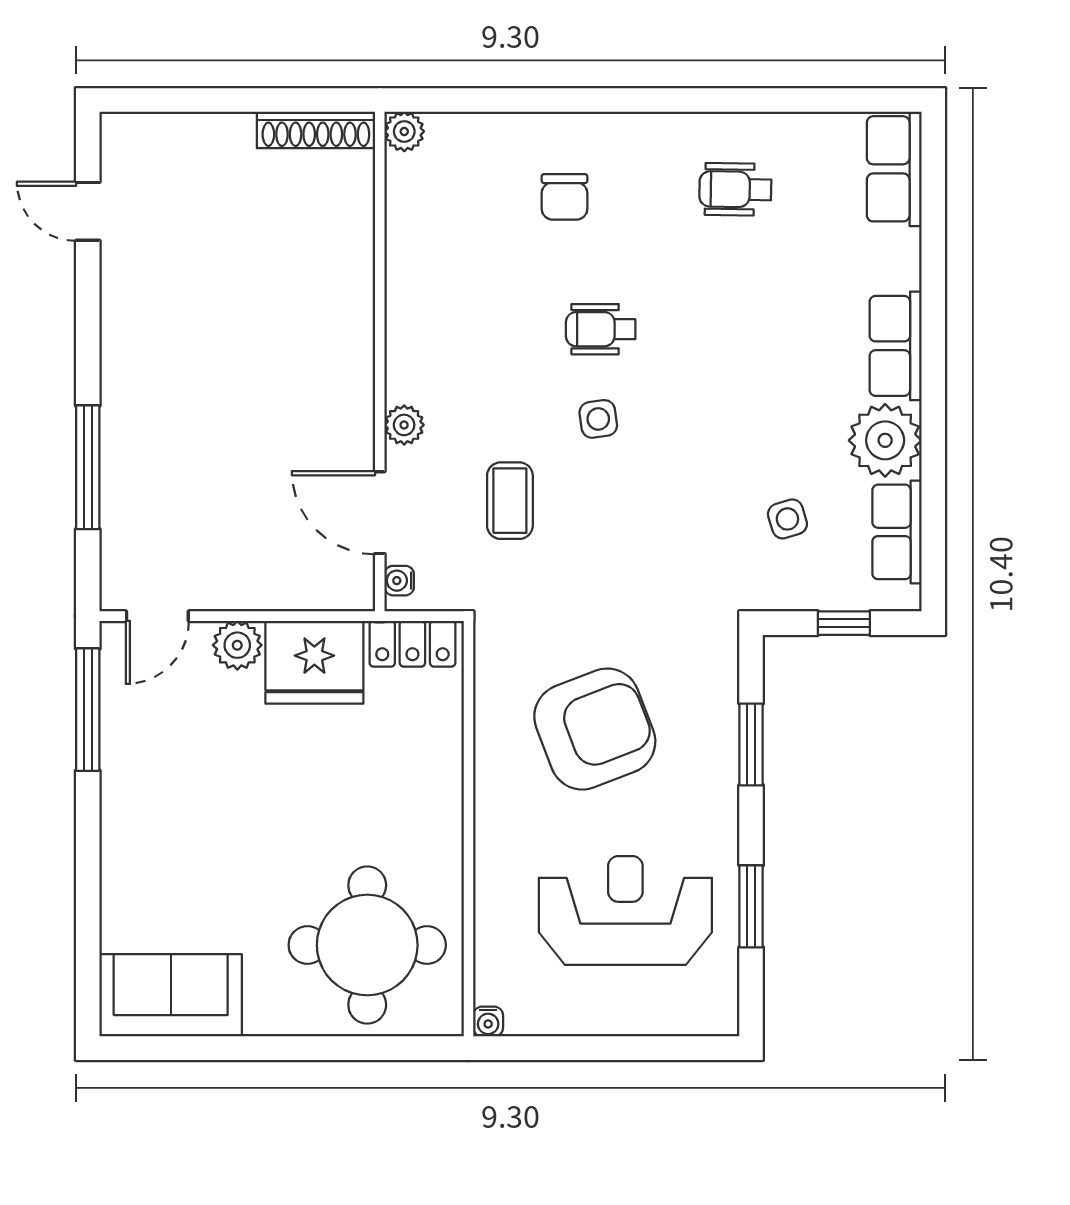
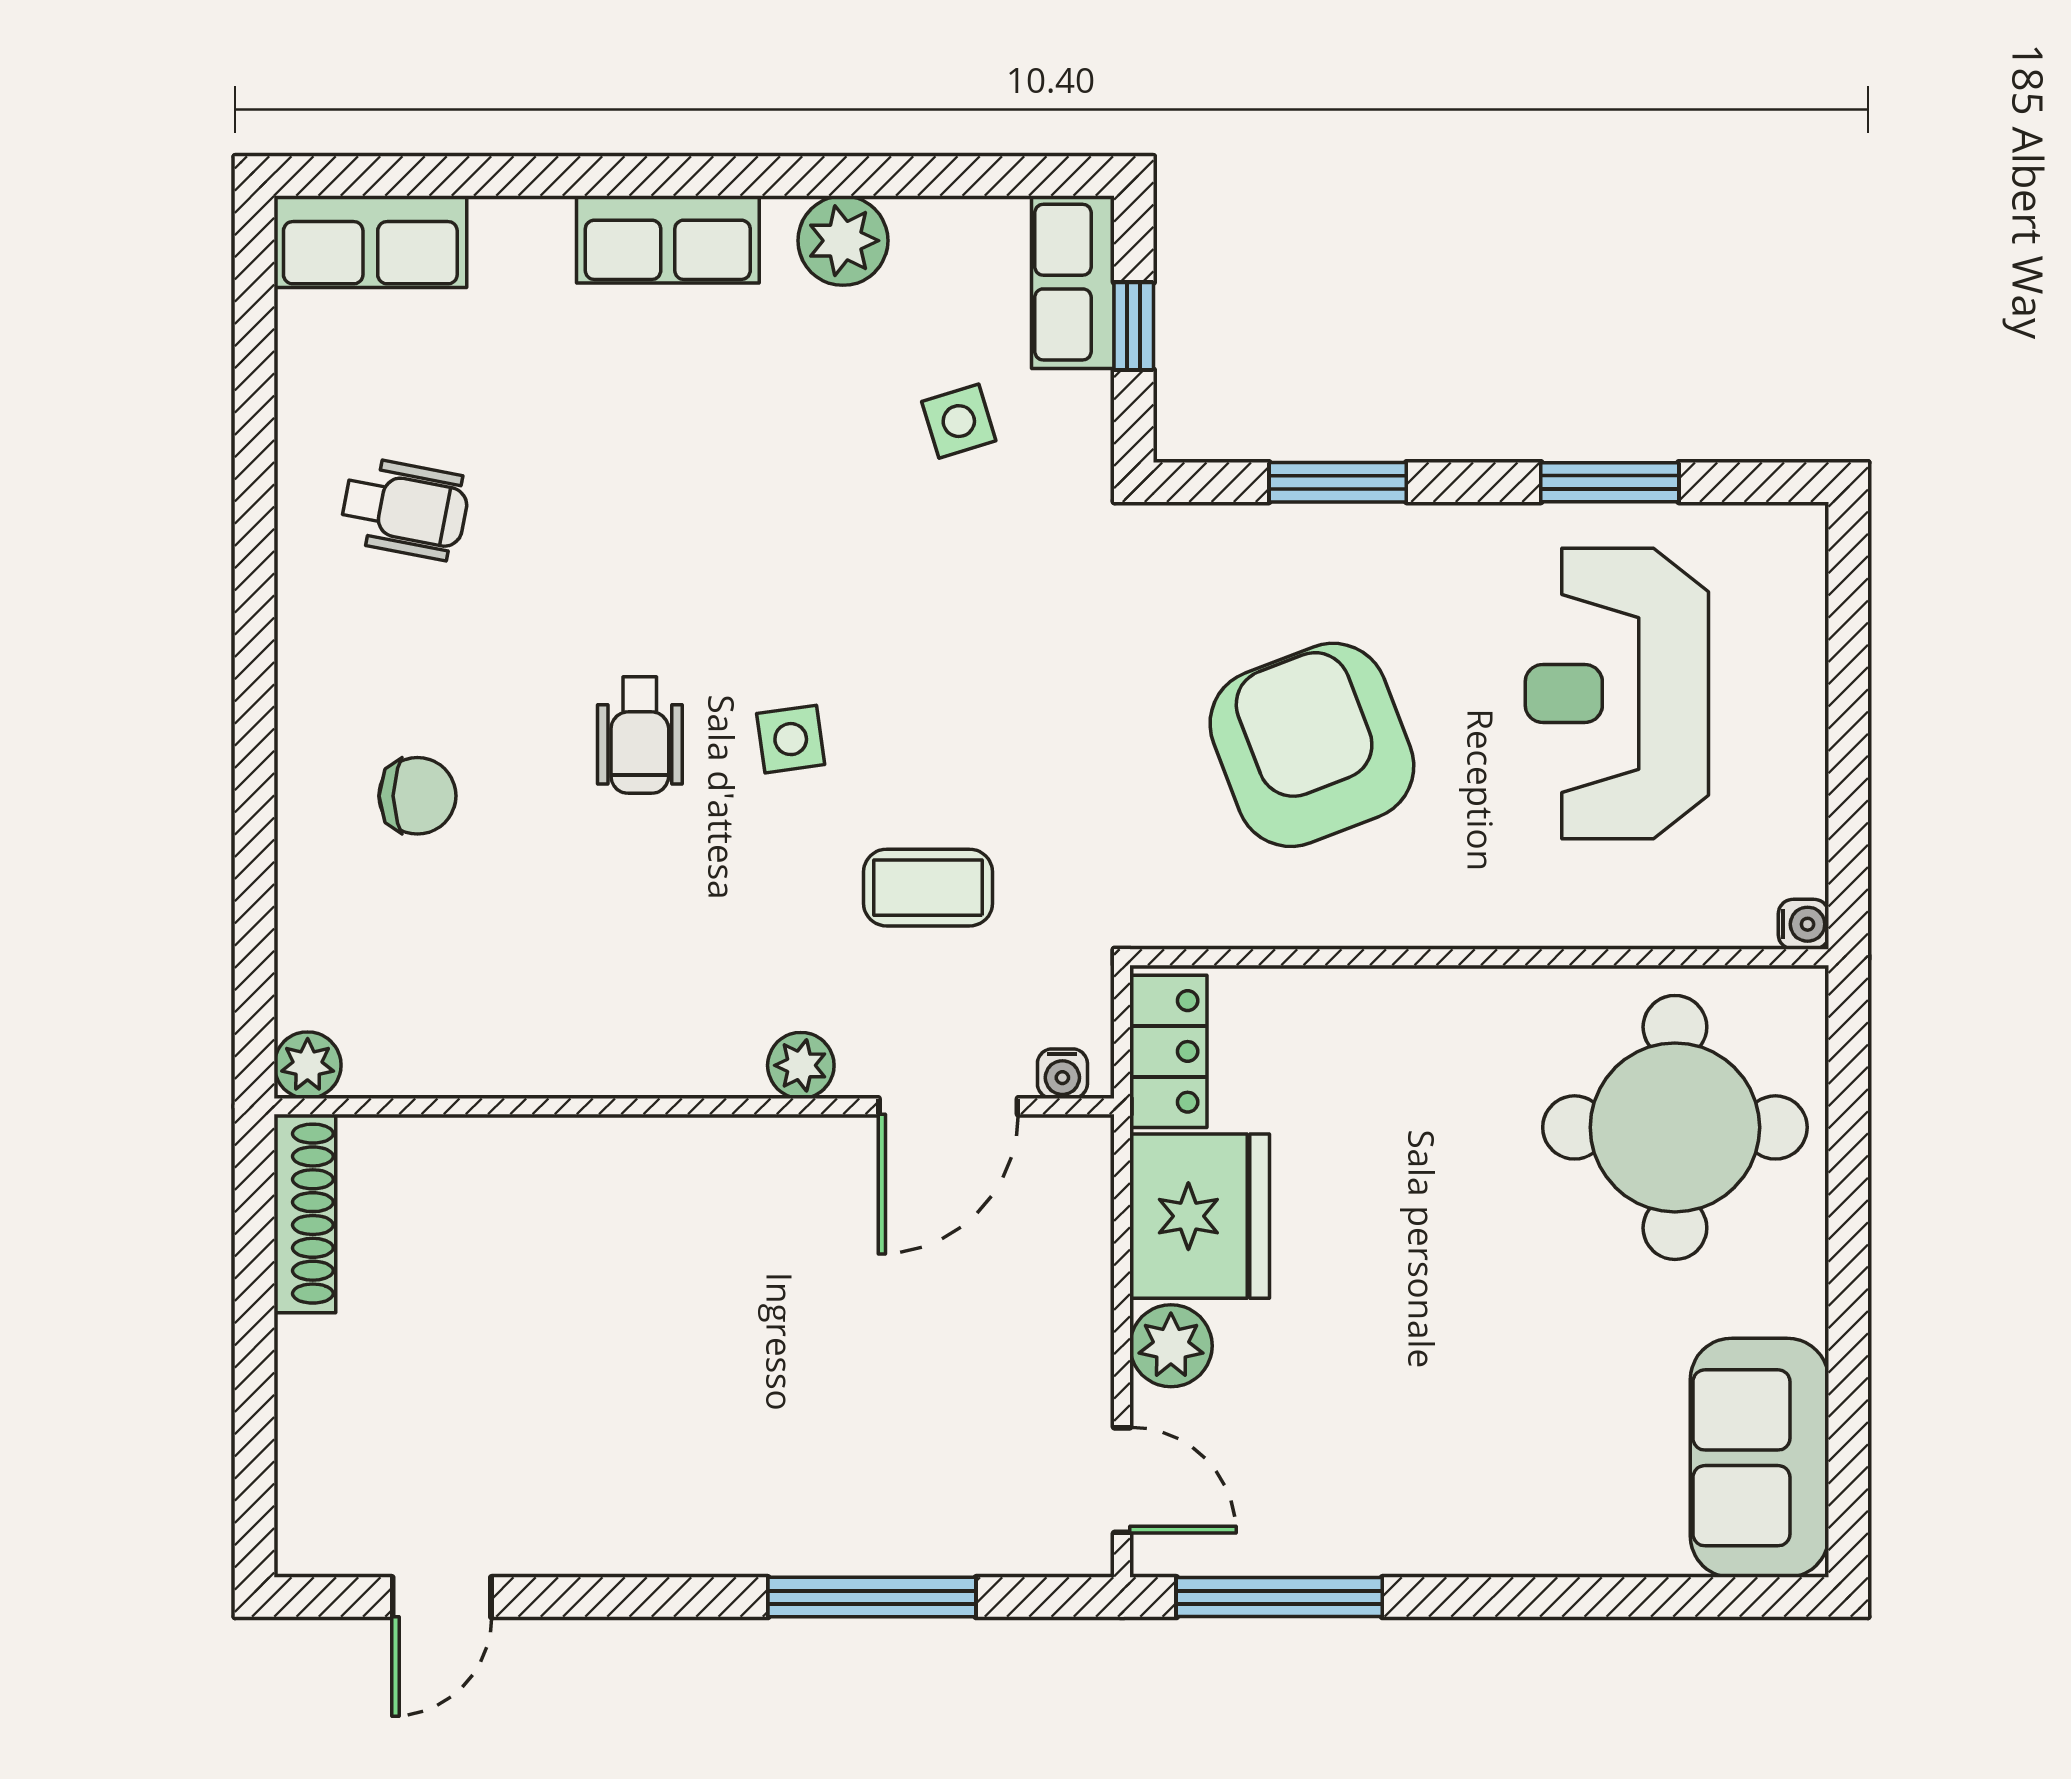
wheelchair: (735, 189) -> (405, 509), turned -80
plant: (885, 440) -> (843, 241), width x0.73, depth x0.73
row of seats: (897, 532) -> (1073, 282), moved, turned 90

